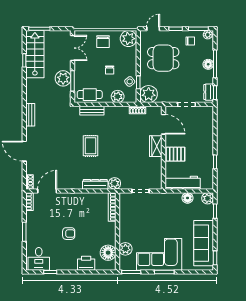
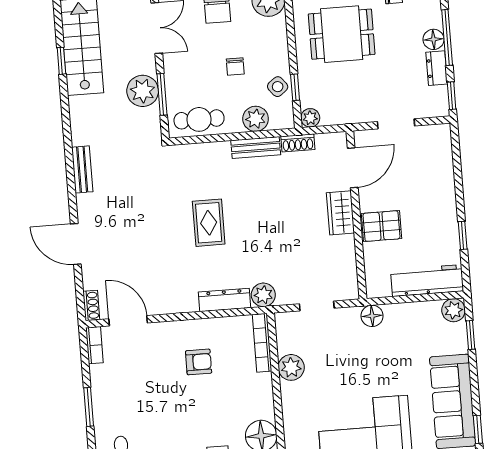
dresser: (209, 92) -> (437, 68), moved
plant: (149, 94) -> (310, 118), width x0.53, depth x0.53
bench: (92, 111) -> (256, 147), moved
door: (163, 124) -> (353, 168), hinge flipped
workbench: (183, 183) -> (427, 281), moved
door: (47, 191) -> (128, 321), hinge flipped
floor lamp: (188, 198) -> (372, 316), moved
armchair: (69, 234) -> (199, 362), moved
plant: (125, 249) -> (291, 367), moved

